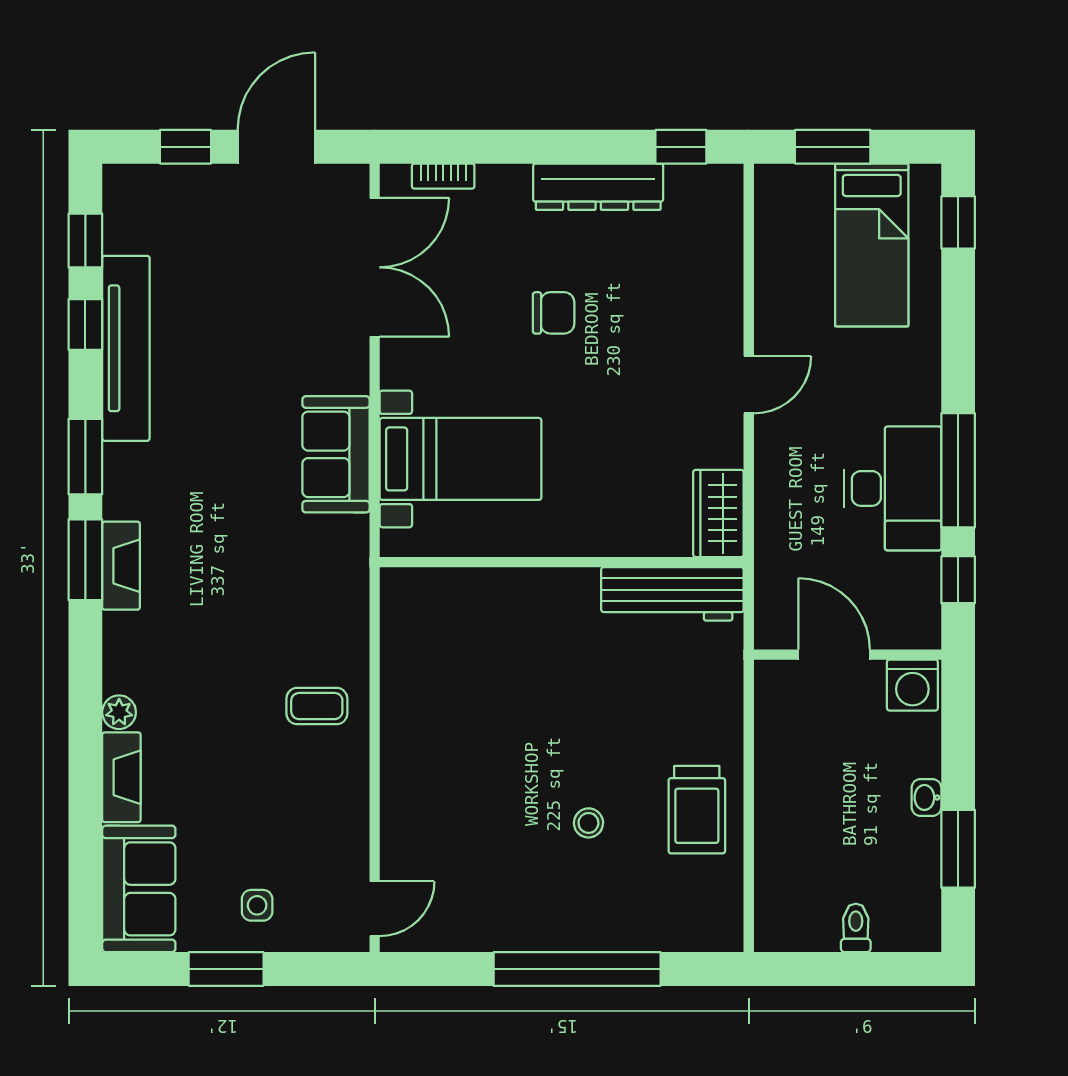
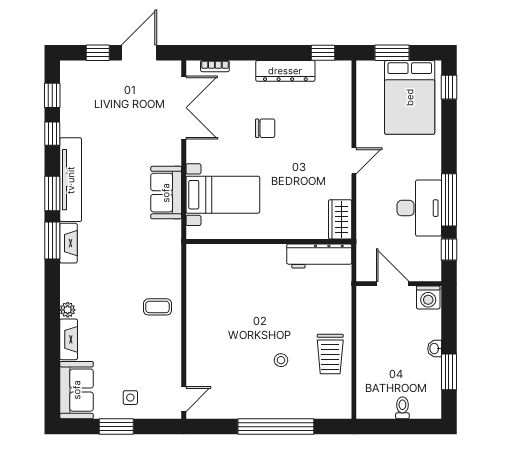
bed: (872, 245) -> (410, 97), width x1.50
tv unit: (126, 348) -> (71, 180), moved

